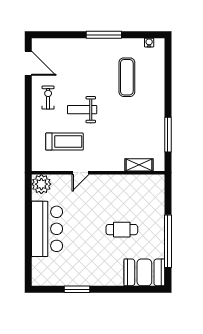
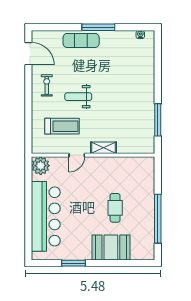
exercise mat: (127, 77) -> (81, 40), moved, turned 90
shelving: (139, 165) -> (104, 148), moved
bar counter: (47, 229) -> (46, 216), width x1.36
cafe table: (122, 230) -> (115, 208), turned 90
booth: (144, 272) -> (111, 247), moved

